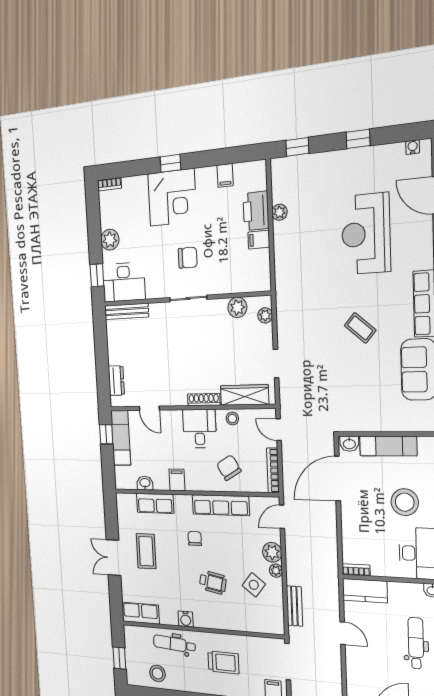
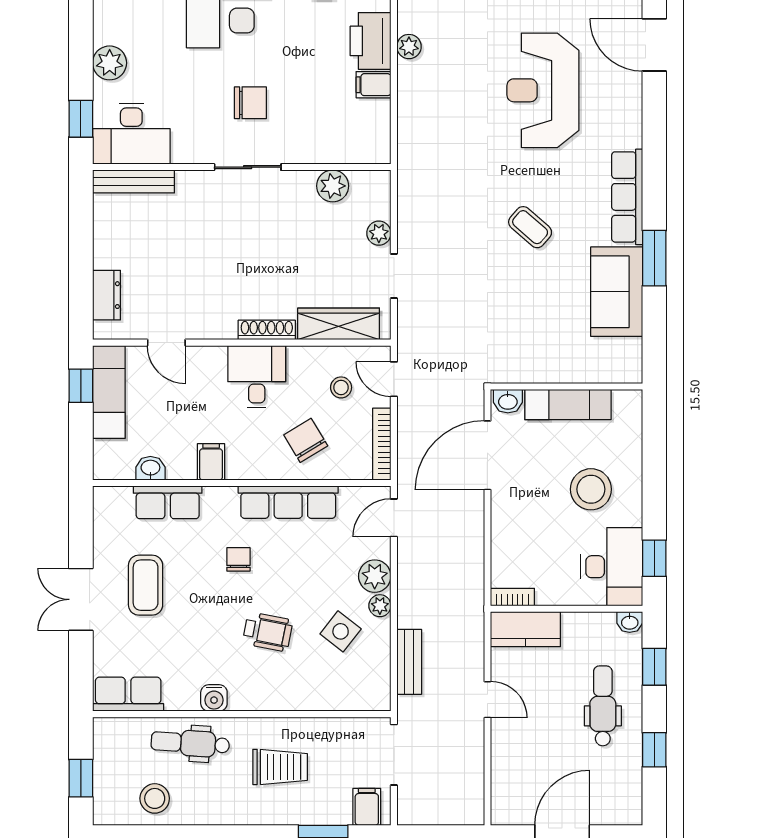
plant: (265, 315) -> (379, 233), moved
stool: (232, 419) -> (341, 387), moved

